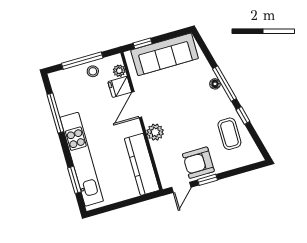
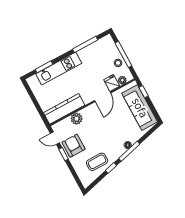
door: (137, 105) -> (103, 97), swing flipped
plant: (155, 132) -> (77, 119), moved
kitchen unit: (82, 159) -> (59, 69), width x0.73

